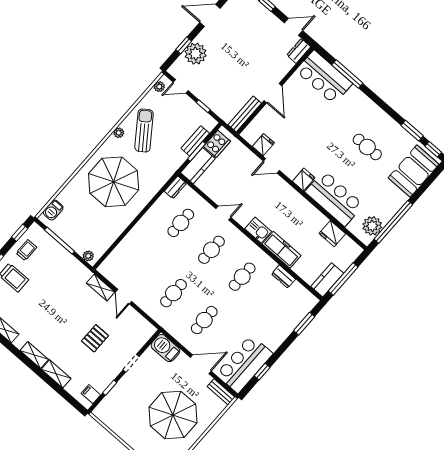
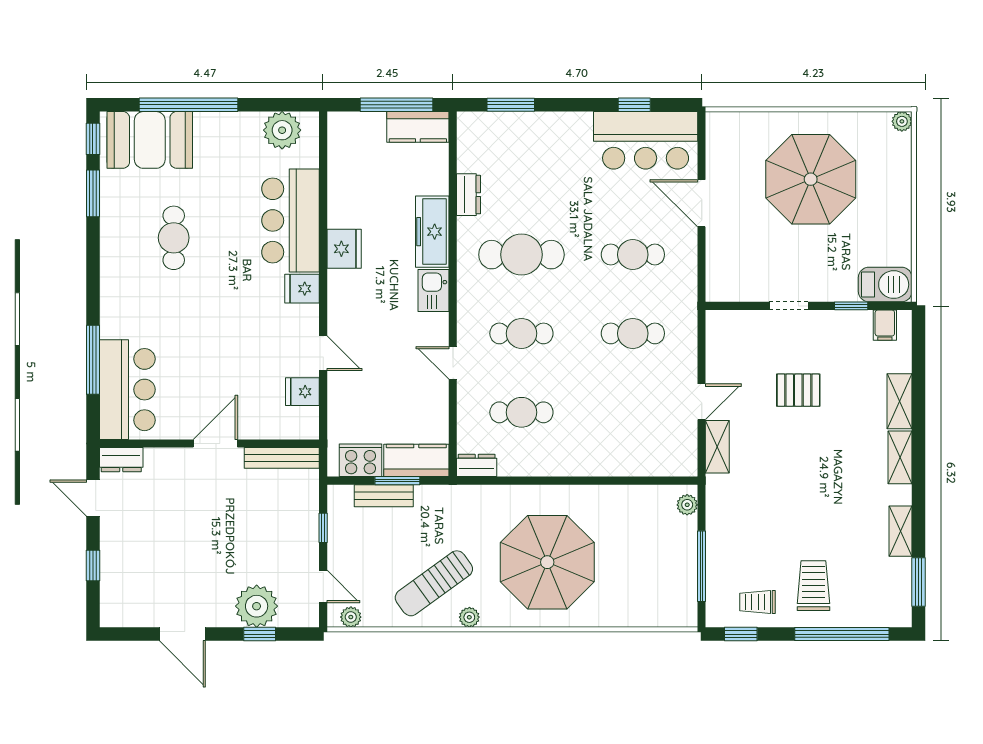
barbecue: (53, 210) -> (665, 614), removed
window: (393, 222) -> (189, 105), moved
fridge: (332, 234) -> (344, 249), moved
cafe table: (242, 277) -> (521, 255), width x1.37, depth x1.35
barbecue: (165, 348) -> (885, 285), moved, turned -90
bench: (221, 392) -> (716, 138), removed

